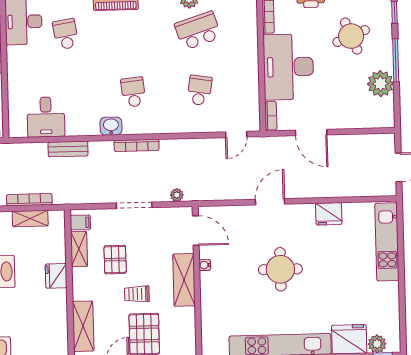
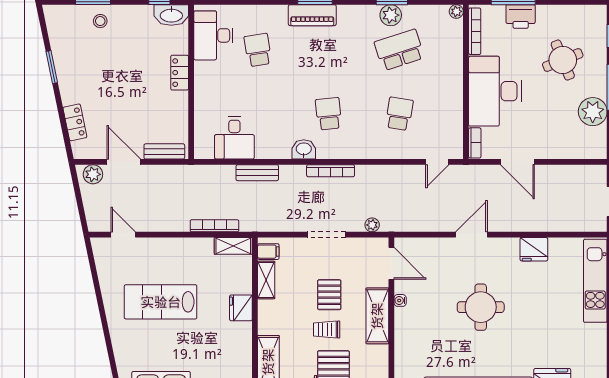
shelving: (30, 219) -> (233, 246), moved
pallet: (115, 260) -> (329, 295), moved

